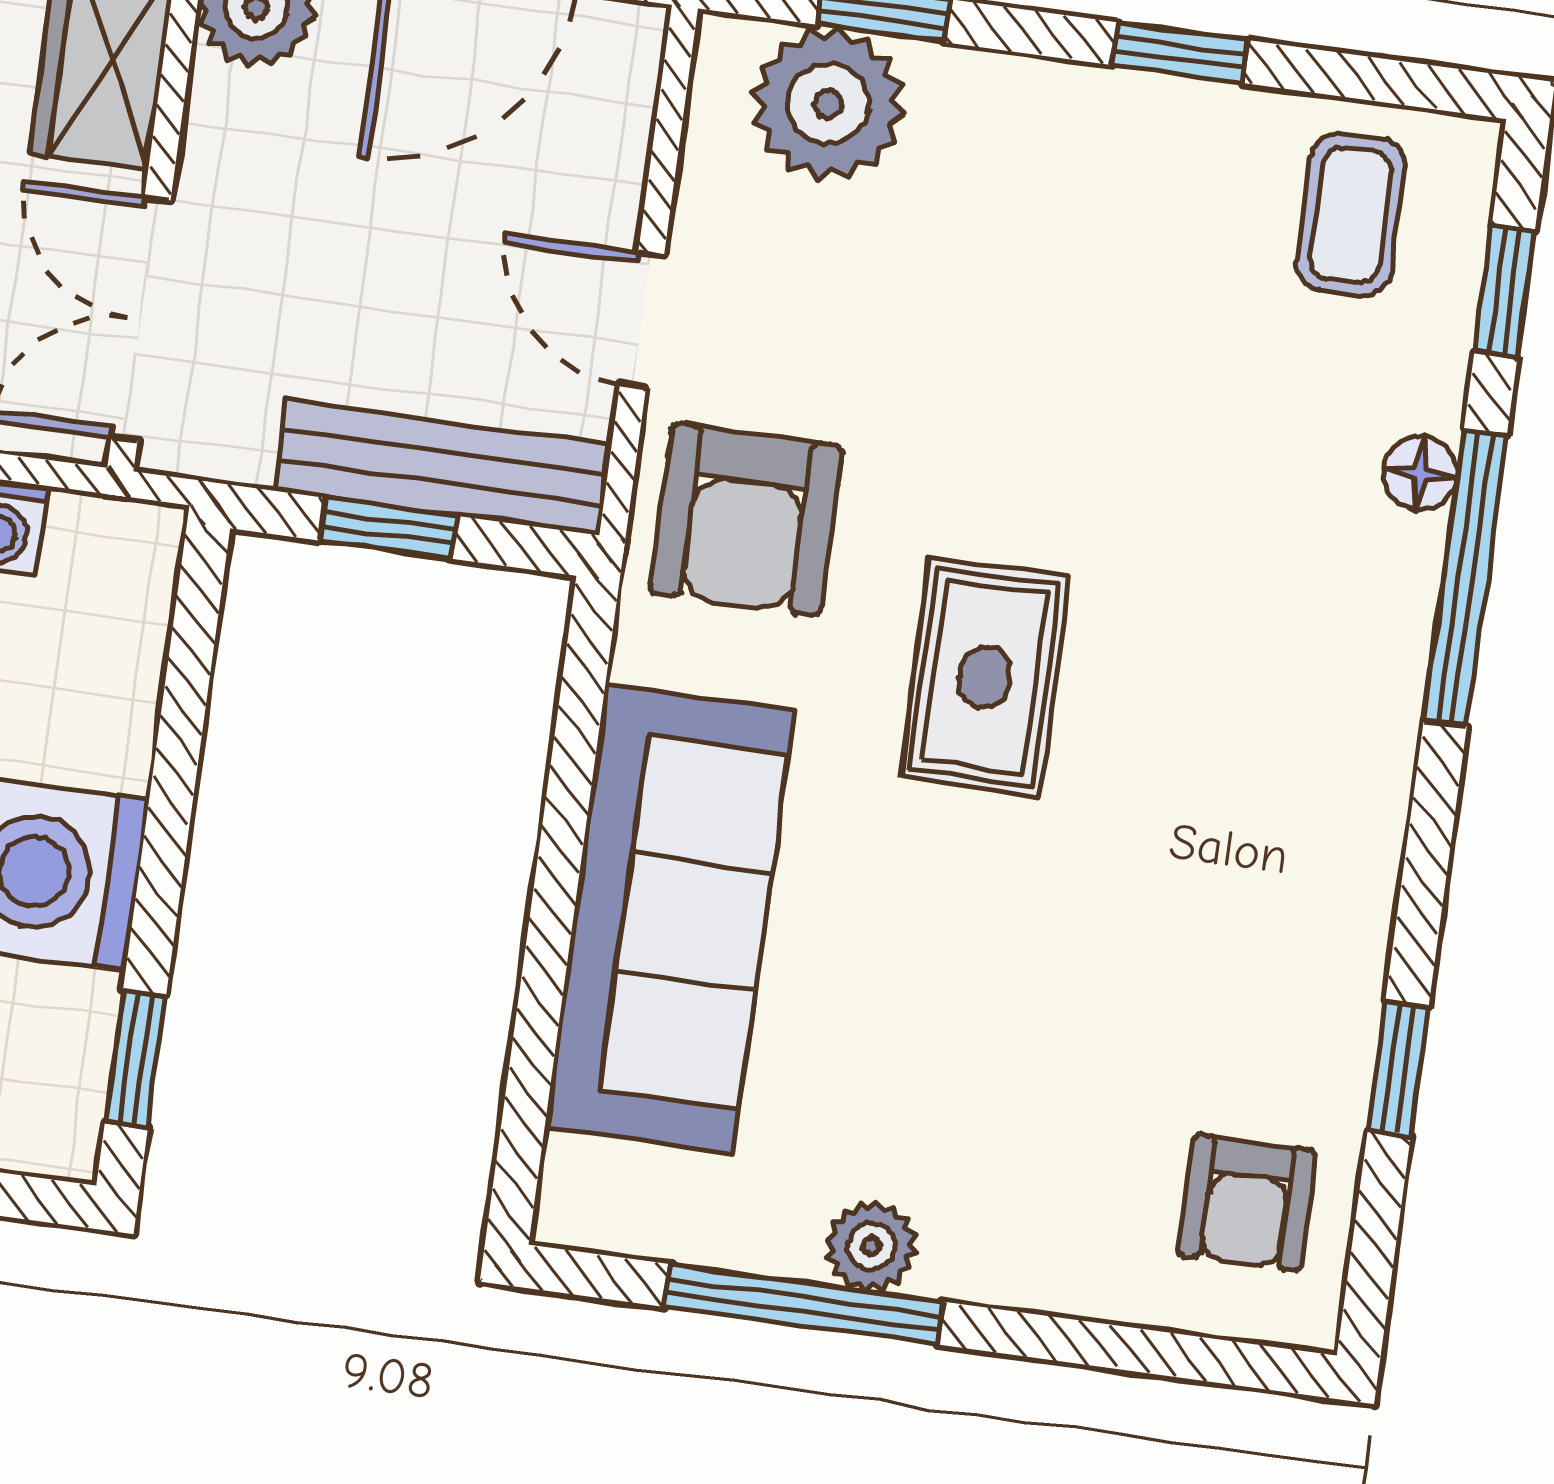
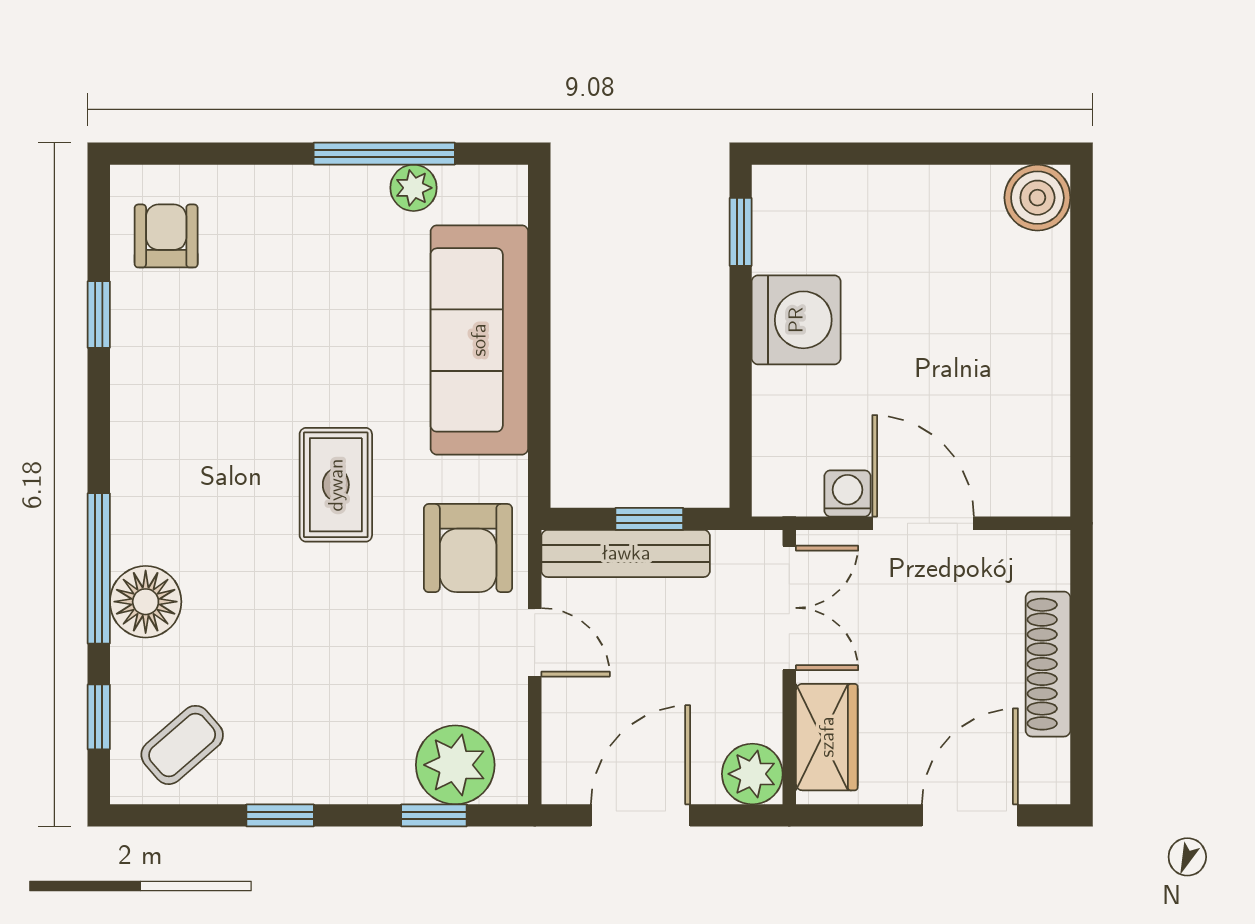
coffee table: (1351, 215) -> (182, 745), turned 49
floor lamp: (1420, 473) -> (146, 602), width x1.89, depth x1.89
armchair: (746, 520) -> (468, 548), turned 180
plant: (871, 1246) -> (414, 188), moved

